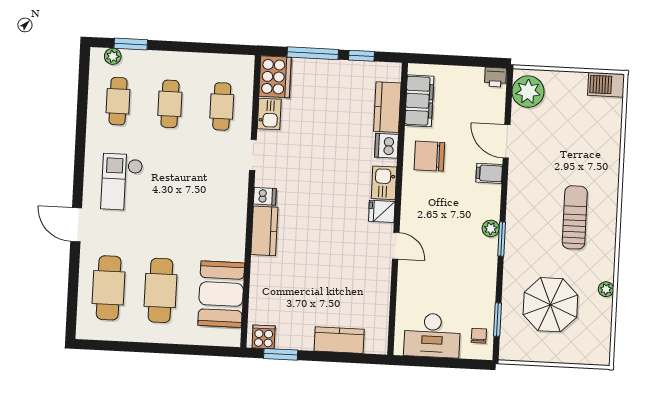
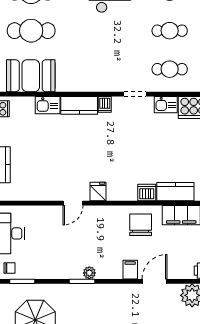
kitchen sink: (384, 183) -> (48, 105), moved, turned 180

